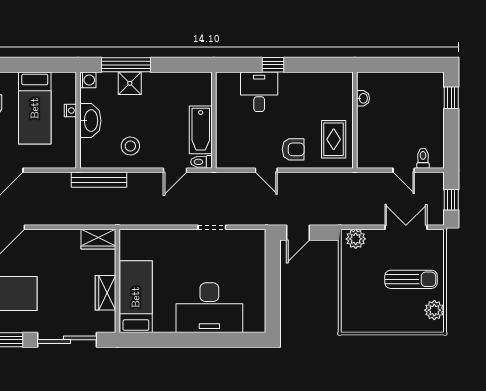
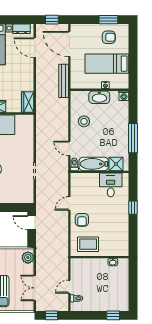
window: (126, 65) -> (133, 138), moved
shower: (130, 83) -> (116, 164), moved
desk: (259, 92) -> (111, 185), moved, turned -90
bench: (99, 180) -> (64, 81), moved
double door: (406, 227) -> (35, 288), swing flipped

